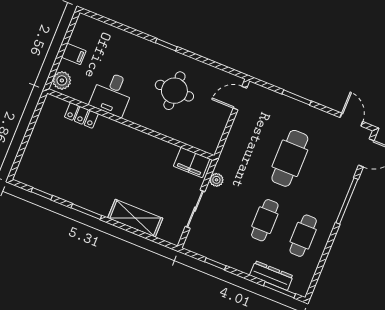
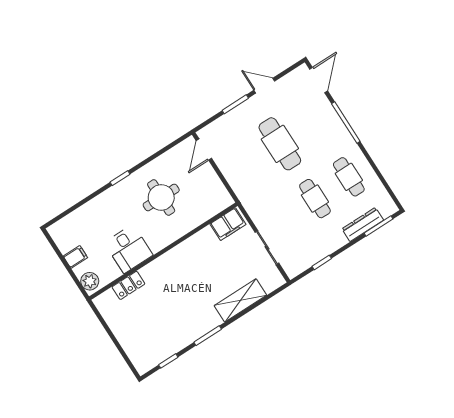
door: (351, 120) -> (264, 86), moved
plant: (216, 180) -> (256, 214), removed

